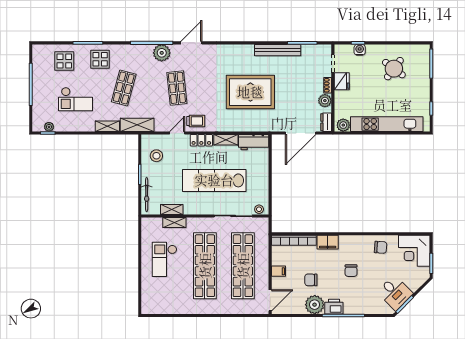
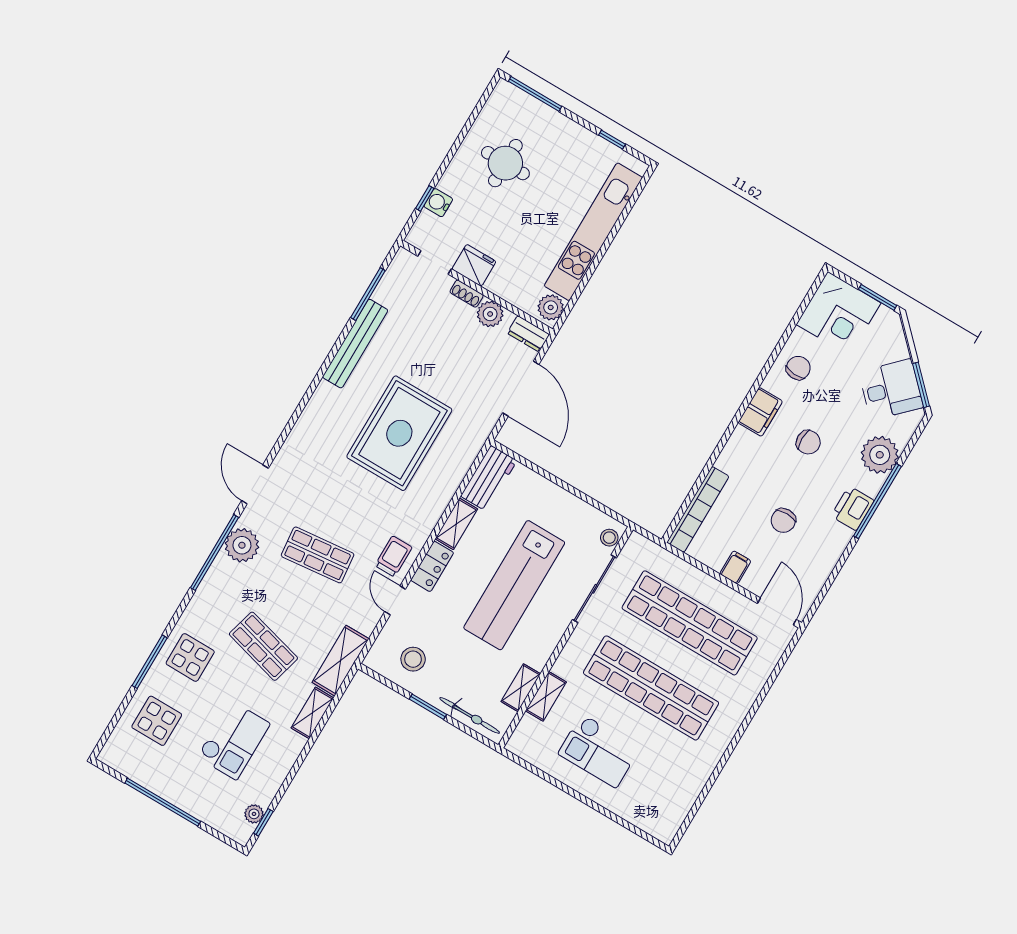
round table: (394, 69) -> (505, 163), turned -37
filing cabinet: (328, 242) -> (760, 412), moved
plant: (315, 305) -> (880, 455), moved

